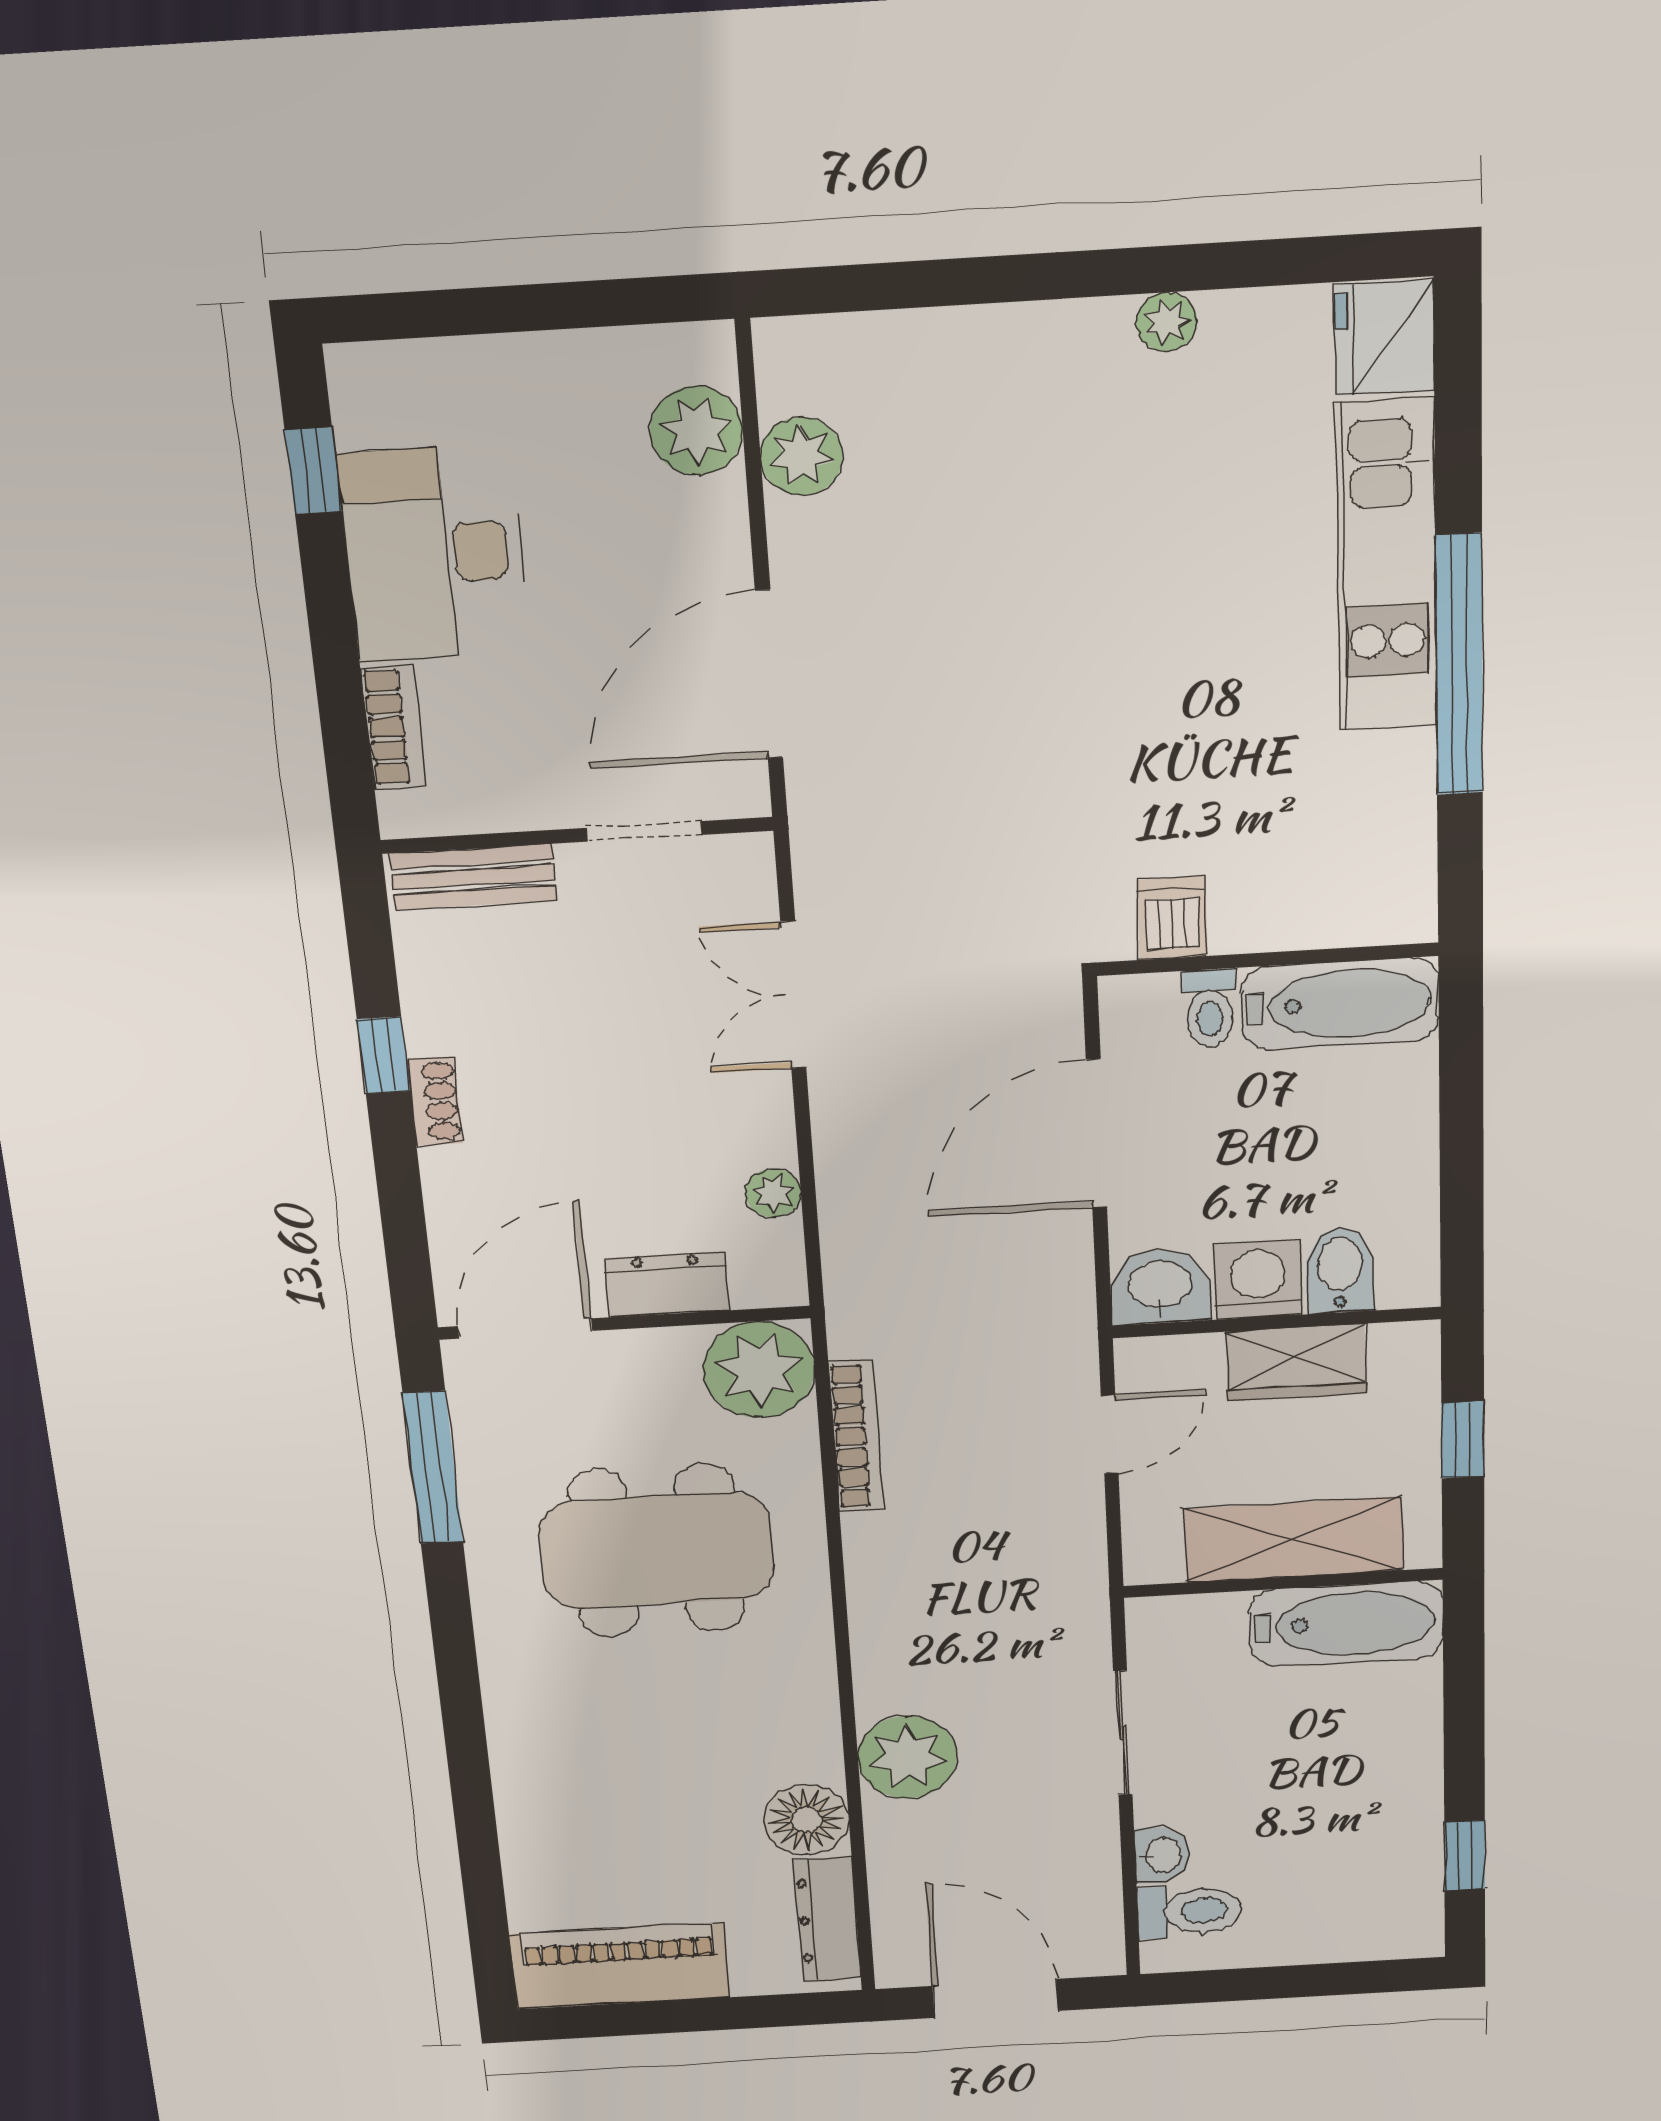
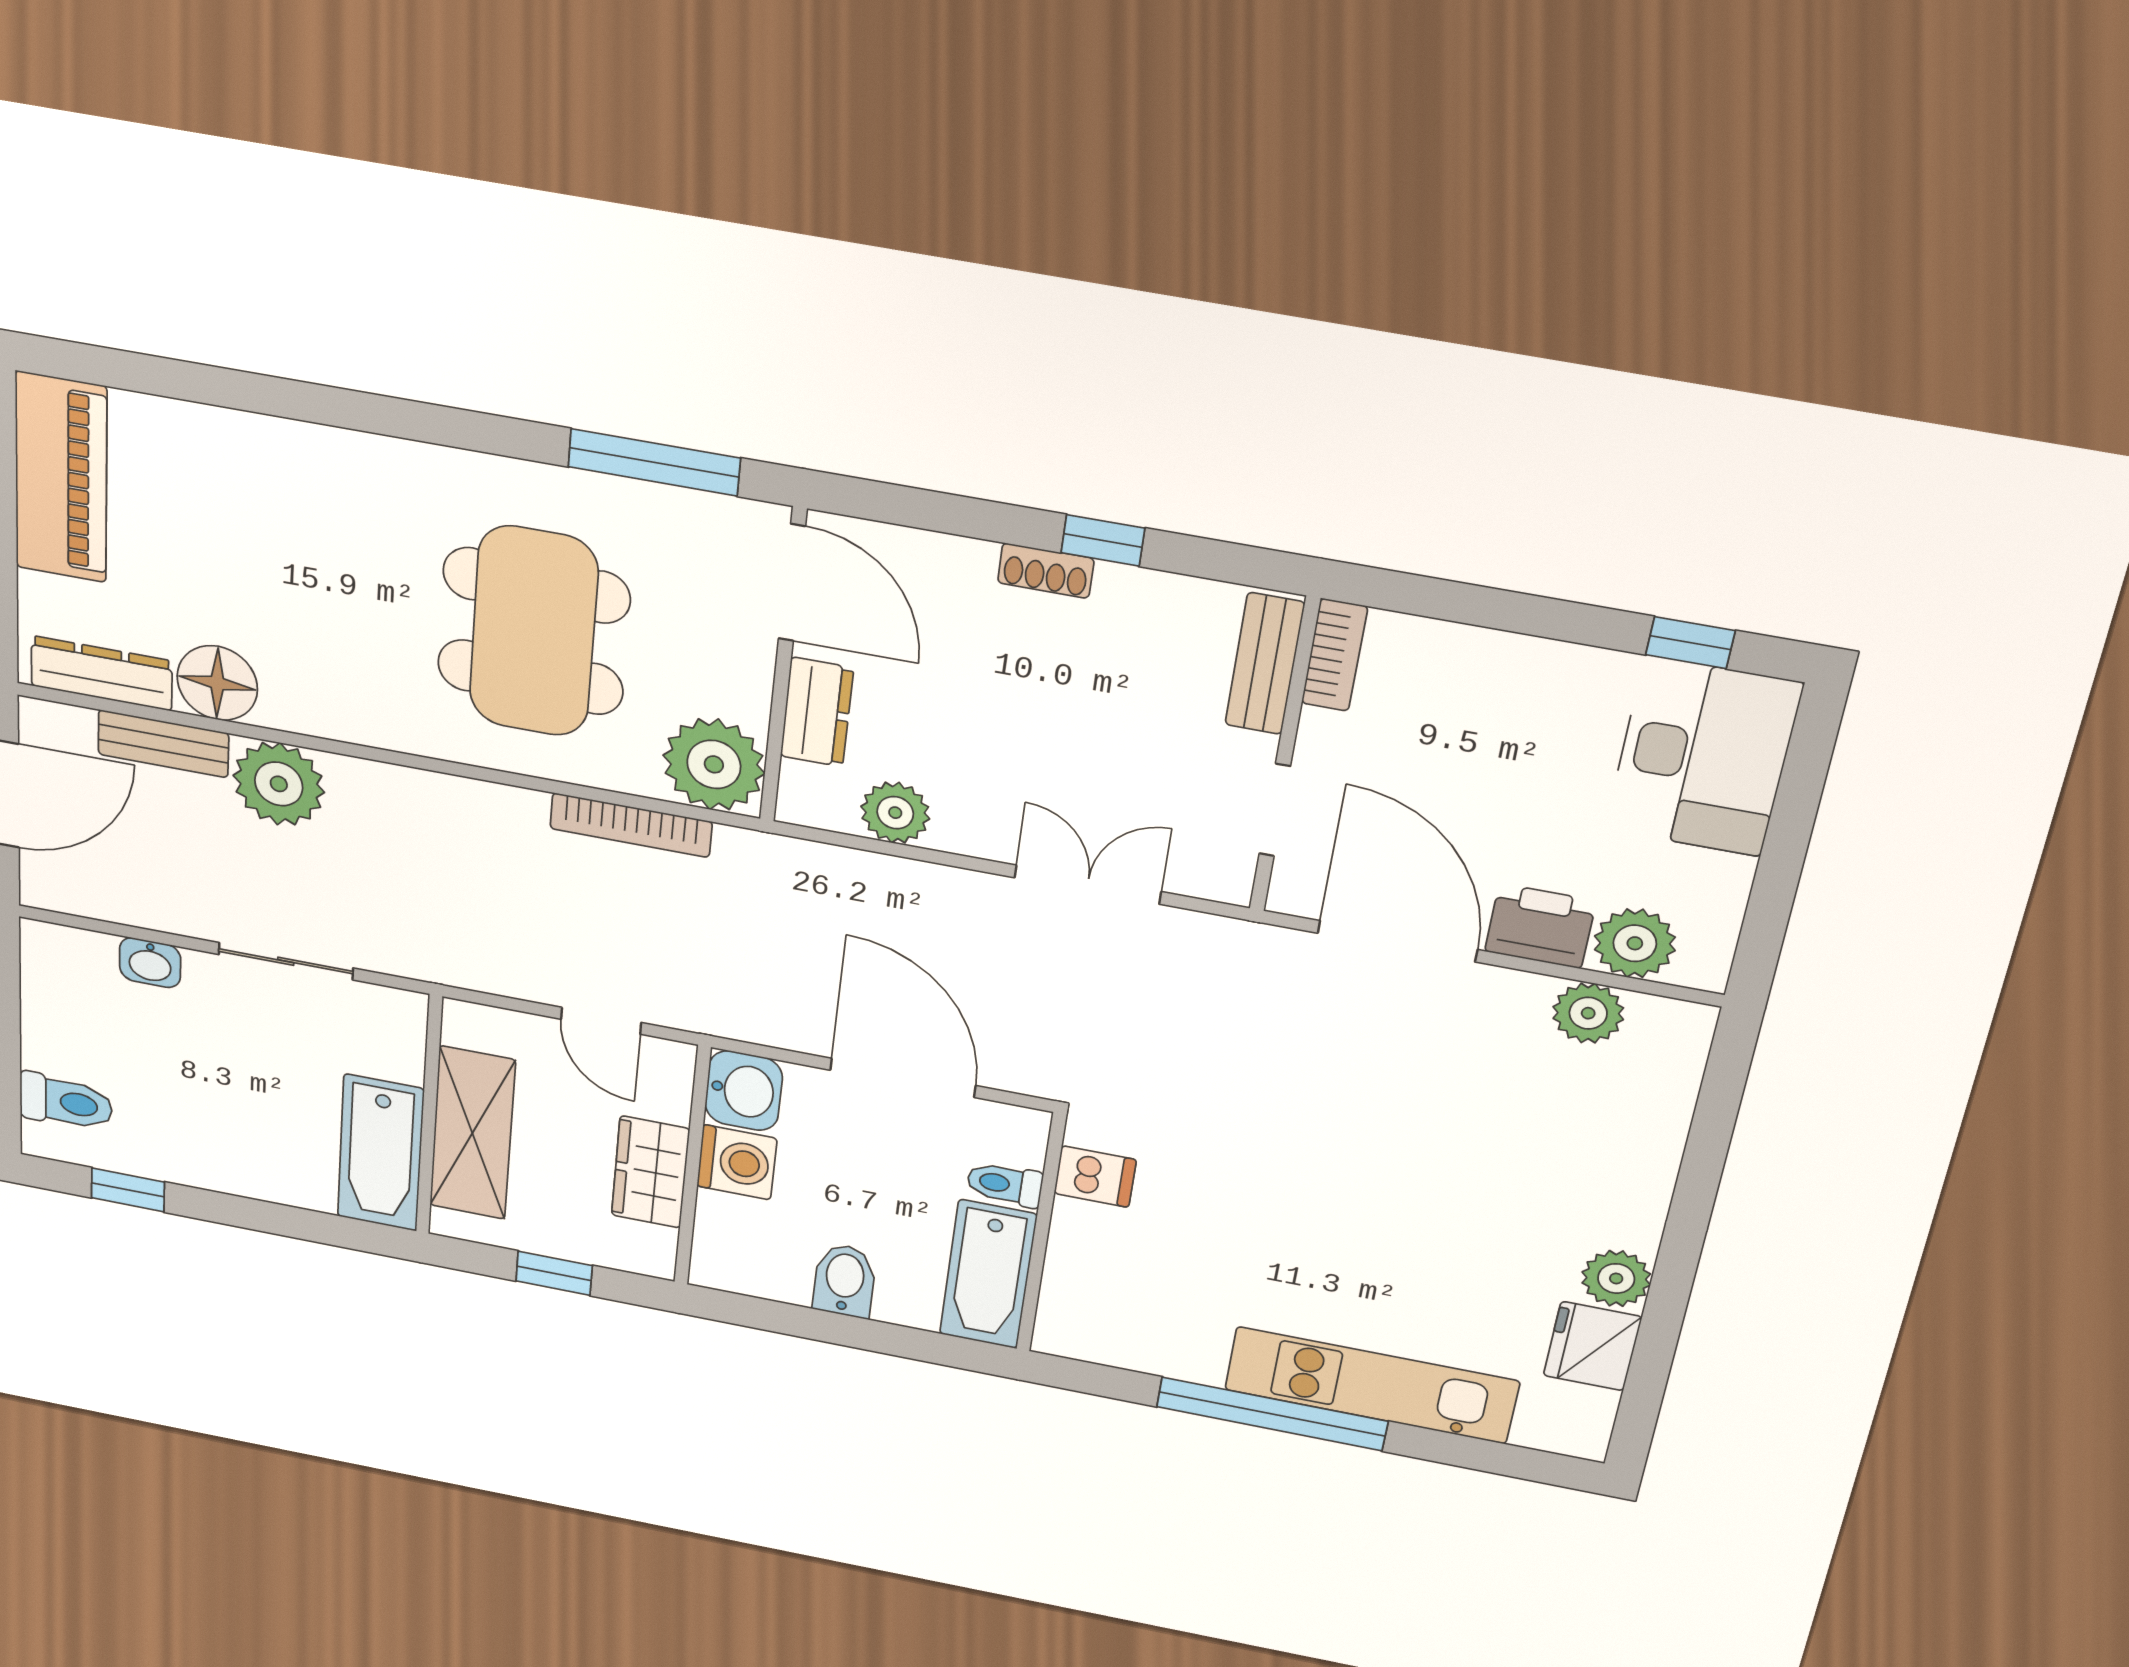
plant: (1167, 322) -> (1616, 1278), width x1.38, depth x1.38
fridge: (1385, 338) -> (1592, 1346), moved, turned -90
printer: (705, 534) -> (1540, 926), added
desk: (434, 554) -> (1703, 757), moved, turned 90
bookcase: (393, 727) -> (1335, 655), moved, turned -90
plant: (773, 1193) -> (895, 813), width x1.38, depth x1.38
bidet: (1340, 1270) -> (844, 1280), moved, turned -90
bench: (892, 1861) -> (163, 744), added
toilet: (1189, 1911) -> (66, 1102), moved, turned -90

